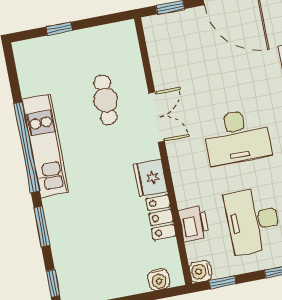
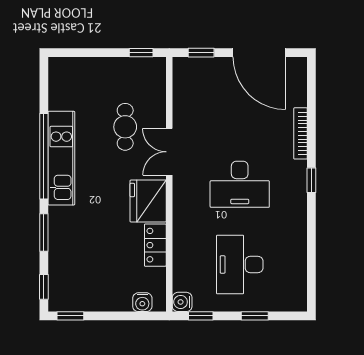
window: (59, 29) -> (141, 53), moved
double door: (157, 117) -> (169, 152), swing flipped
fridge: (150, 178) -> (148, 201), width x1.36, depth x1.34
printer: (194, 224) -> (185, 257), removed

